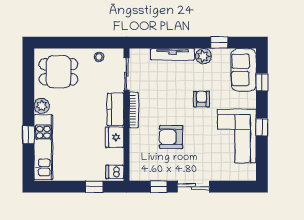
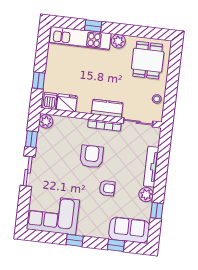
corner sofa: (237, 136) -> (53, 215), moved
fridge: (115, 137) -> (67, 103), moved
armchair: (171, 137) -> (92, 157), moved
plant: (137, 174) -> (46, 121), added

